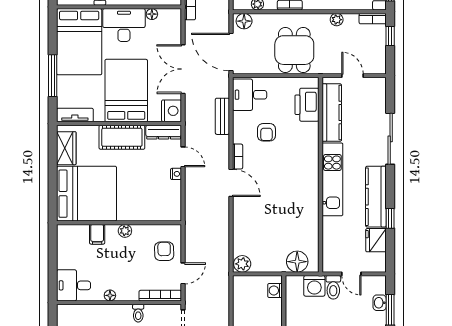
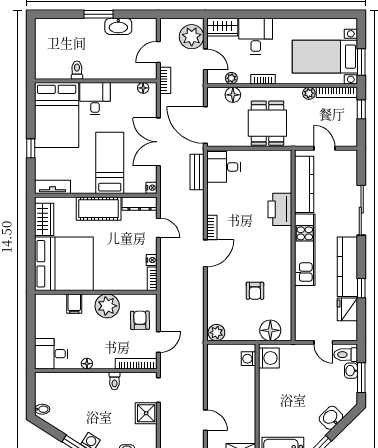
floor lamp: (152, 14) -> (143, 88), moved
bookcase: (373, 19) -> (337, 92), width x1.56
floor lamp: (244, 21) -> (233, 95), moved
desk: (124, 25) -> (95, 99), width x0.73
window: (53, 76) -> (31, 148), width x0.46
bed: (126, 91) -> (110, 163), width x0.67
printer: (307, 105) -> (280, 209), moved
nightstand: (172, 111) -> (151, 188), width x0.53, depth x0.56
bench: (222, 116) -> (197, 172), moved
armchair: (266, 132) -> (255, 291), moved
nightstand: (176, 174) -> (152, 260), moved
door: (231, 183) -> (205, 253), hinge flipped
bookcase: (177, 209) -> (152, 279), added
plant: (125, 231) -> (107, 306), width x1.87, depth x1.87
washing machine: (314, 286) -> (269, 358), moved, turned -90
toilet: (333, 287) -> (346, 355), moved, turned 90

